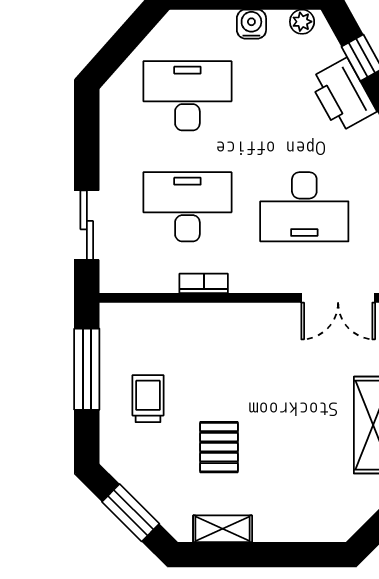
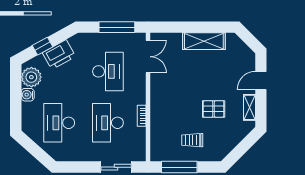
plant: (302, 22) -> (31, 77), width x1.88, depth x1.88
window: (131, 513) -> (242, 148), removed
door: (284, 555) -> (261, 81), added

